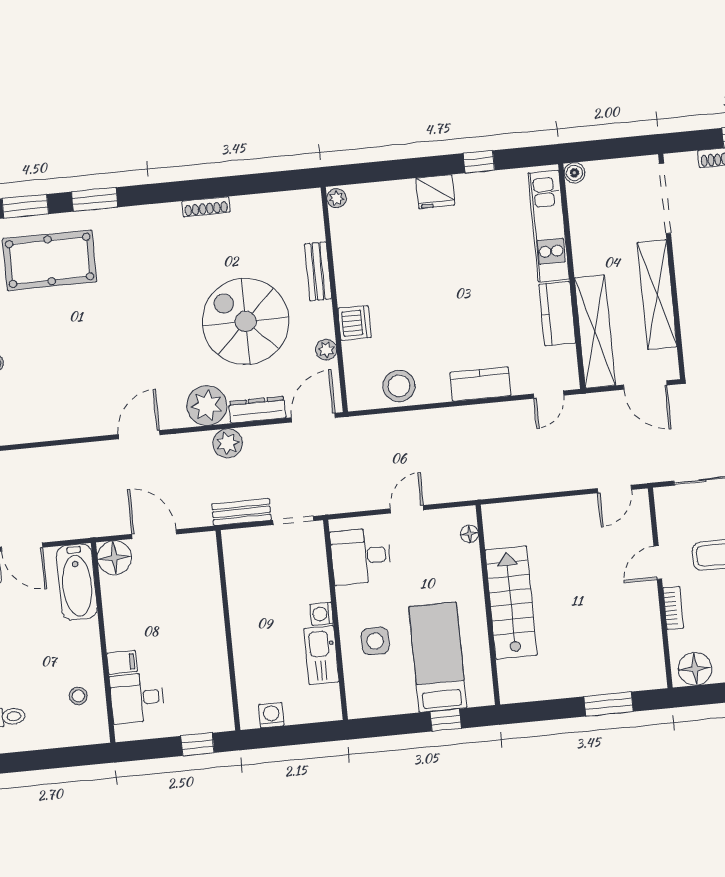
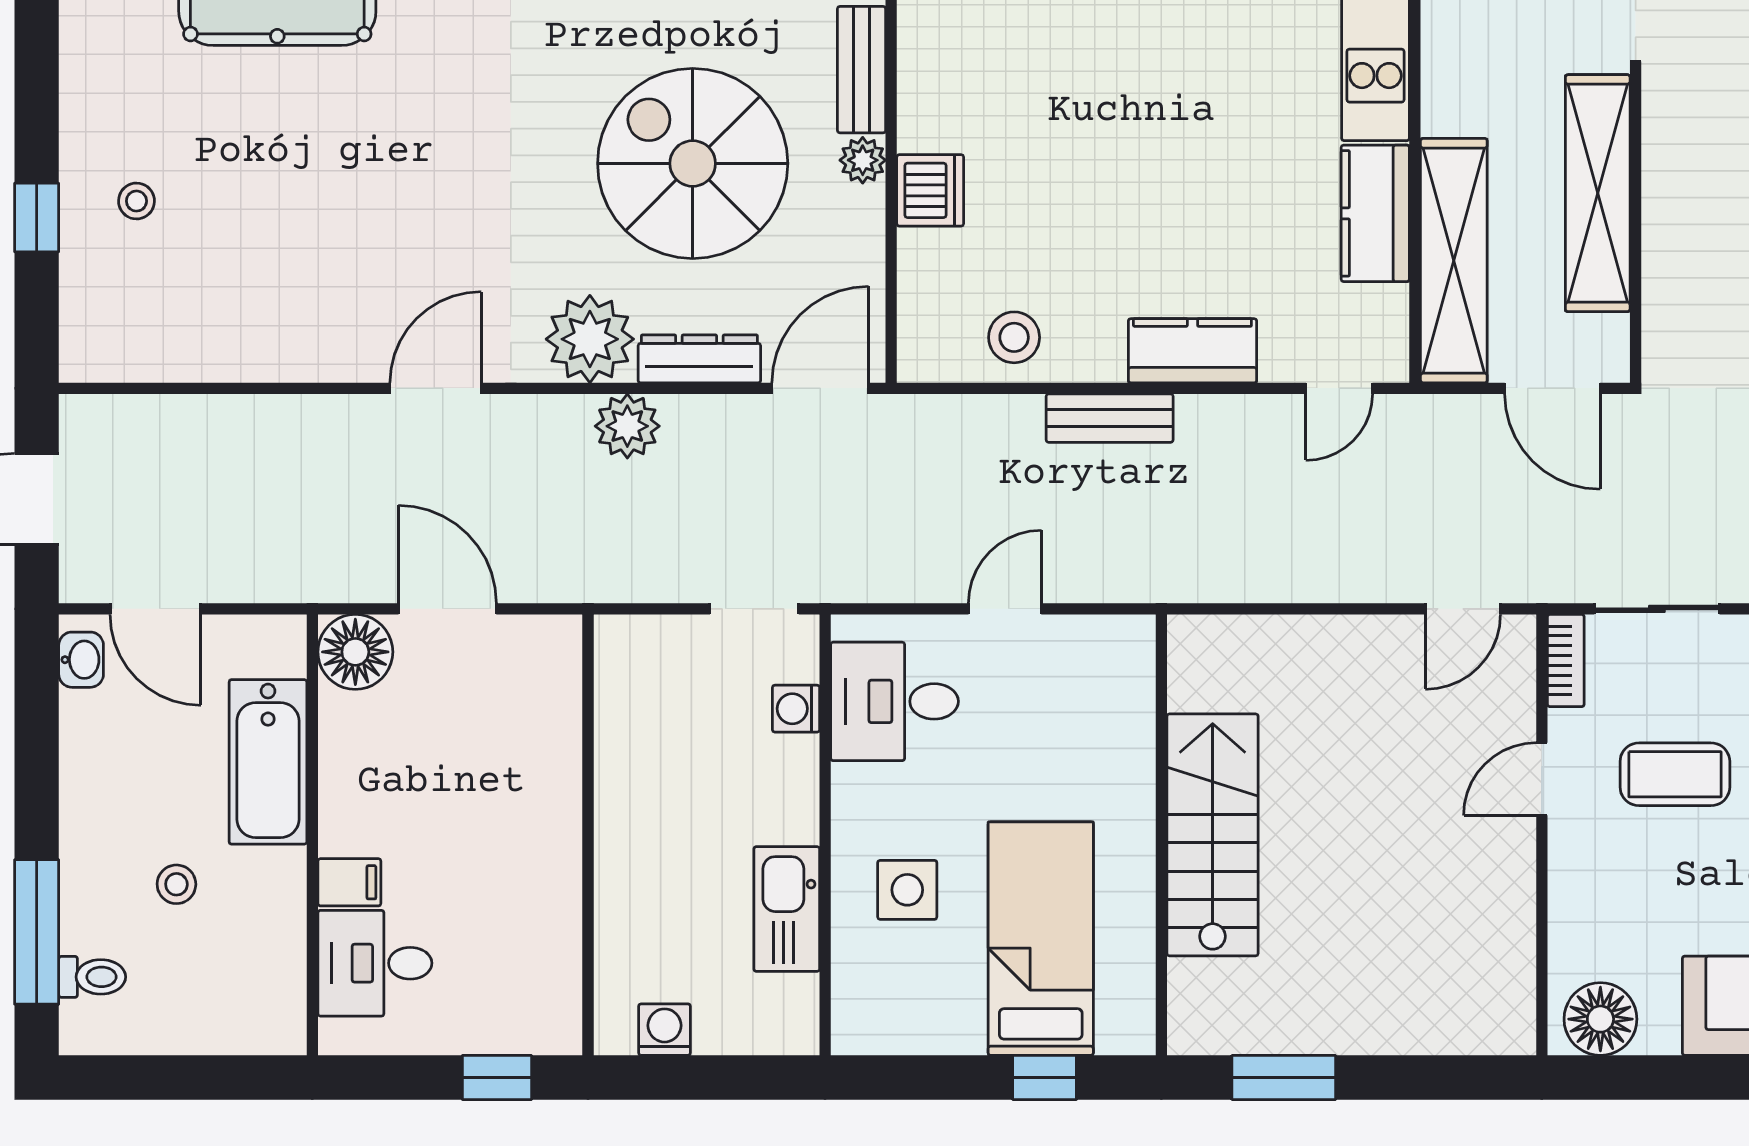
plant: (326, 350) -> (863, 160), moved
stool: (399, 386) -> (1014, 337), width x0.73, depth x0.73
bench: (241, 512) -> (1110, 418), moved
floor lamp: (470, 534) -> (1137, 676), removed
bathtub: (77, 582) -> (268, 762), moved
bookcase: (673, 608) -> (1566, 661), moved
washing machine: (322, 614) -> (796, 709), moved
stool: (78, 696) -> (176, 884), moved
window: (609, 704) -> (1284, 1077), moved

